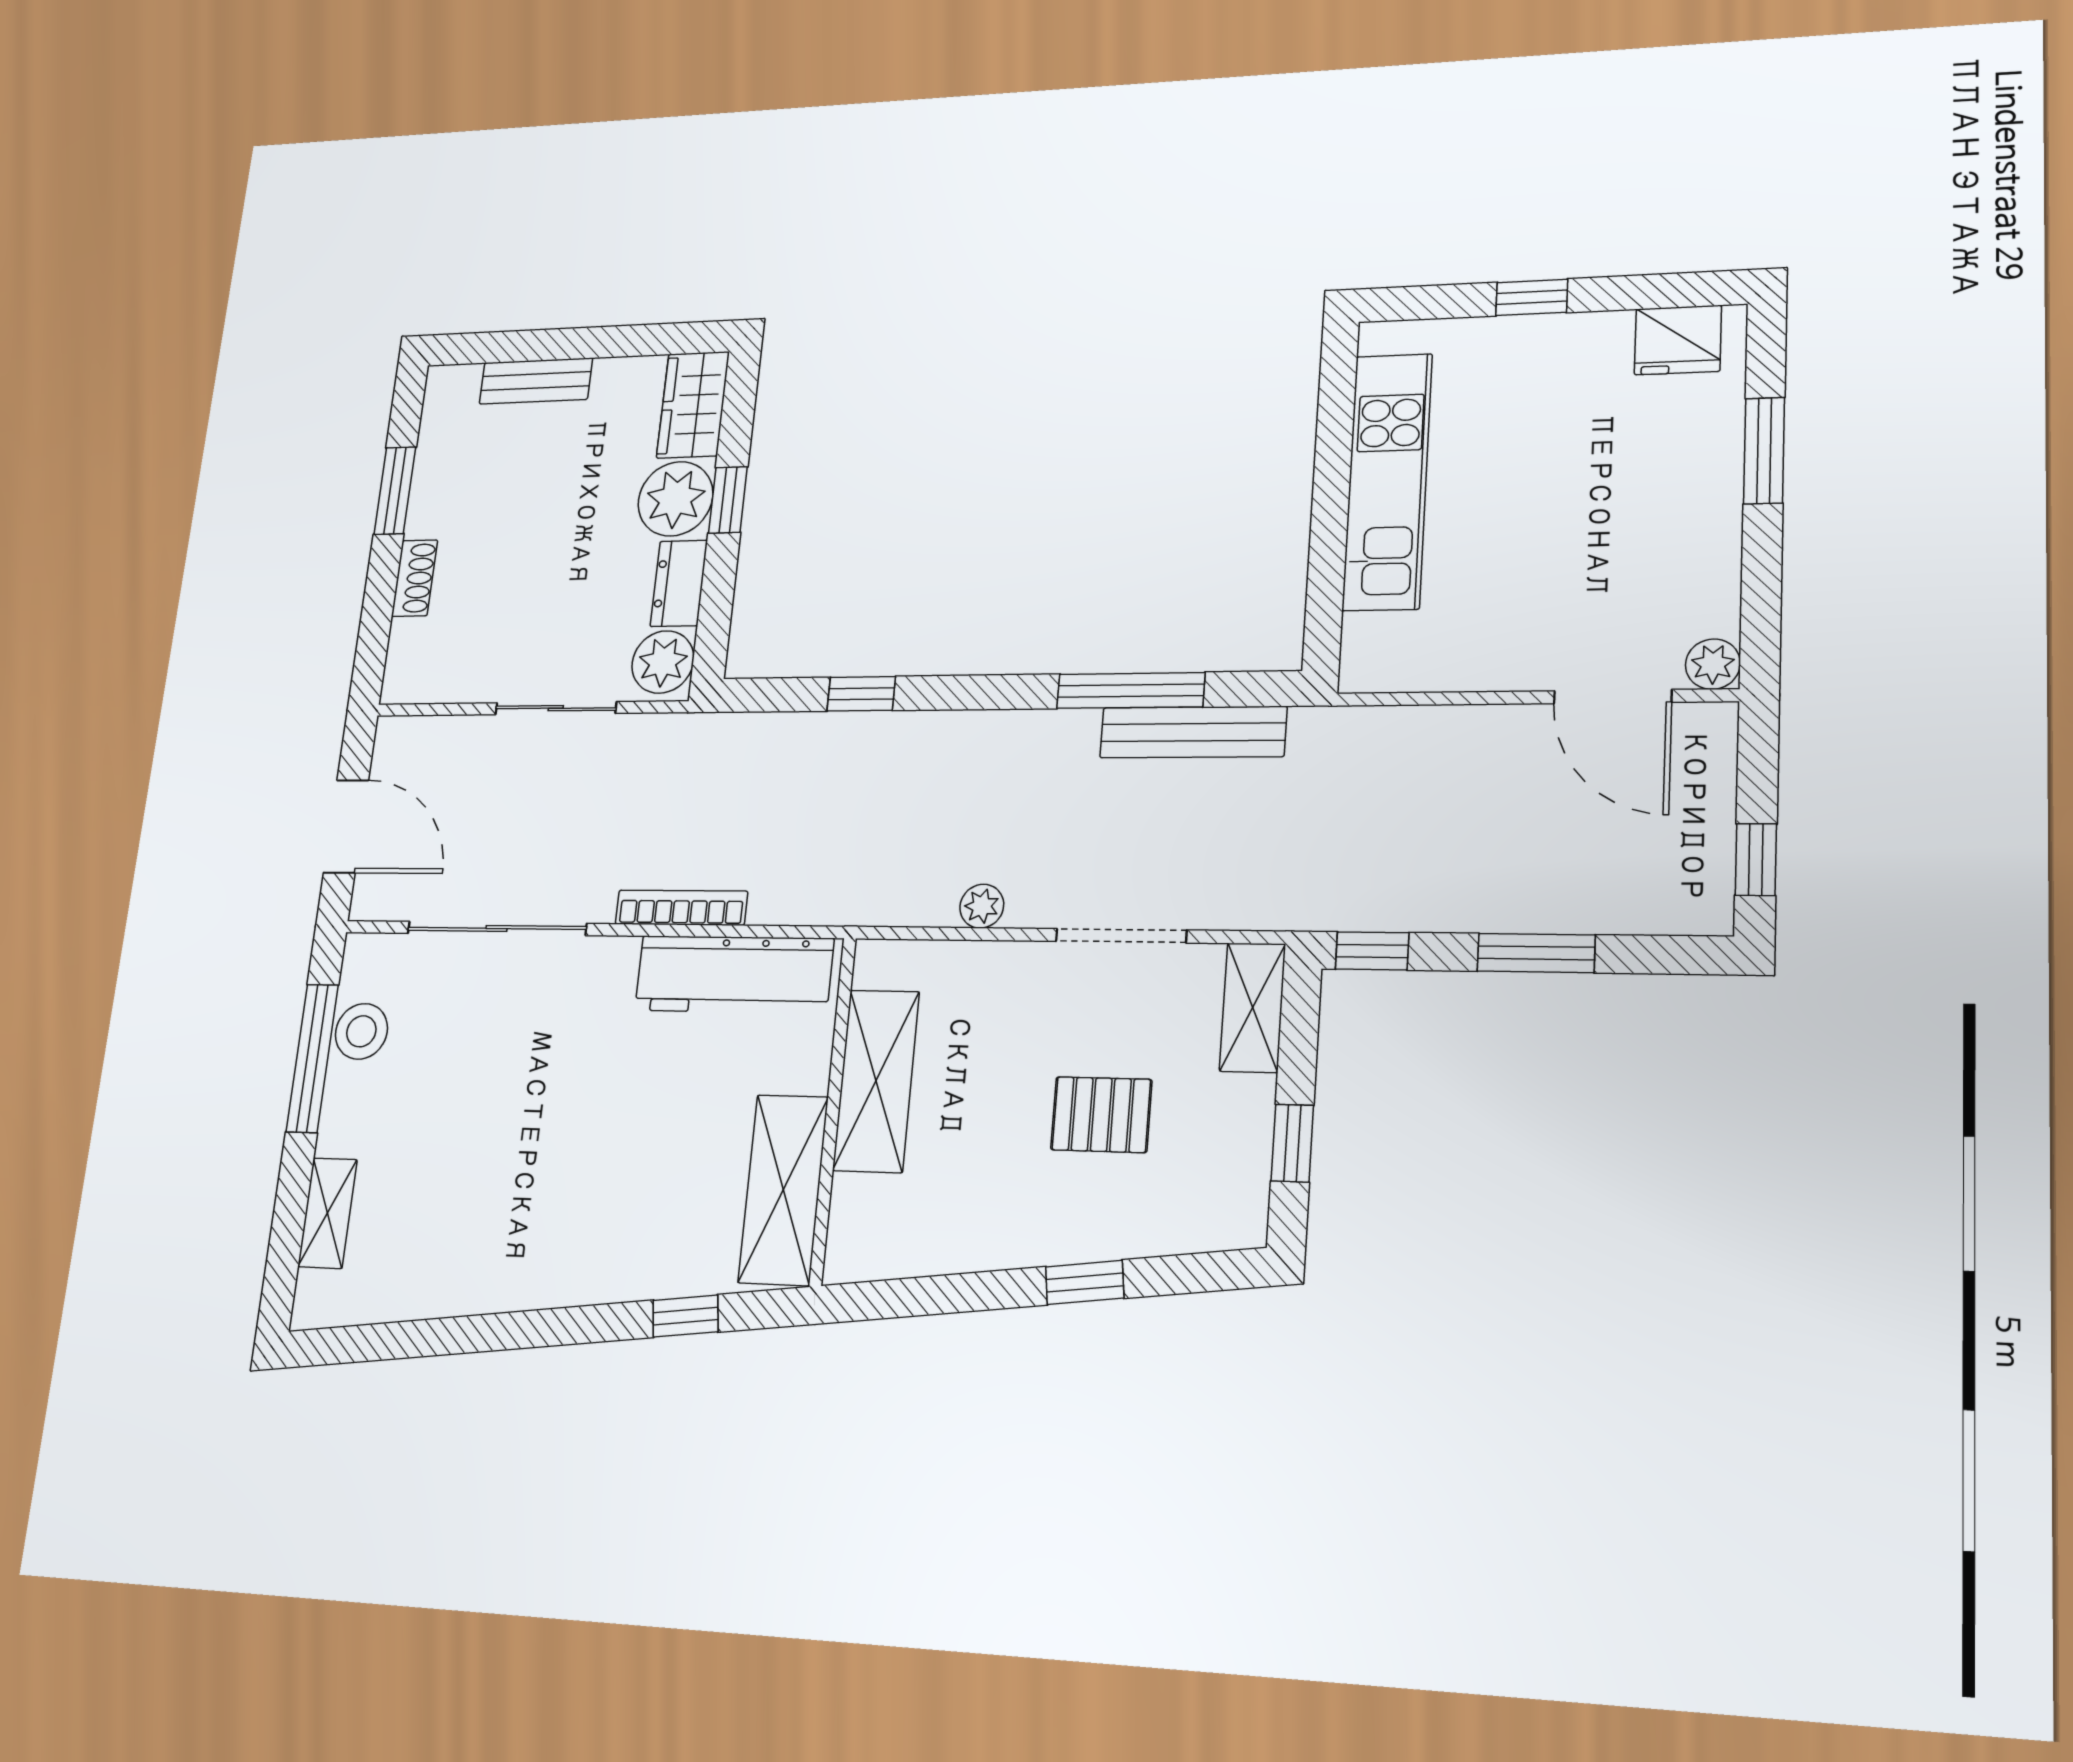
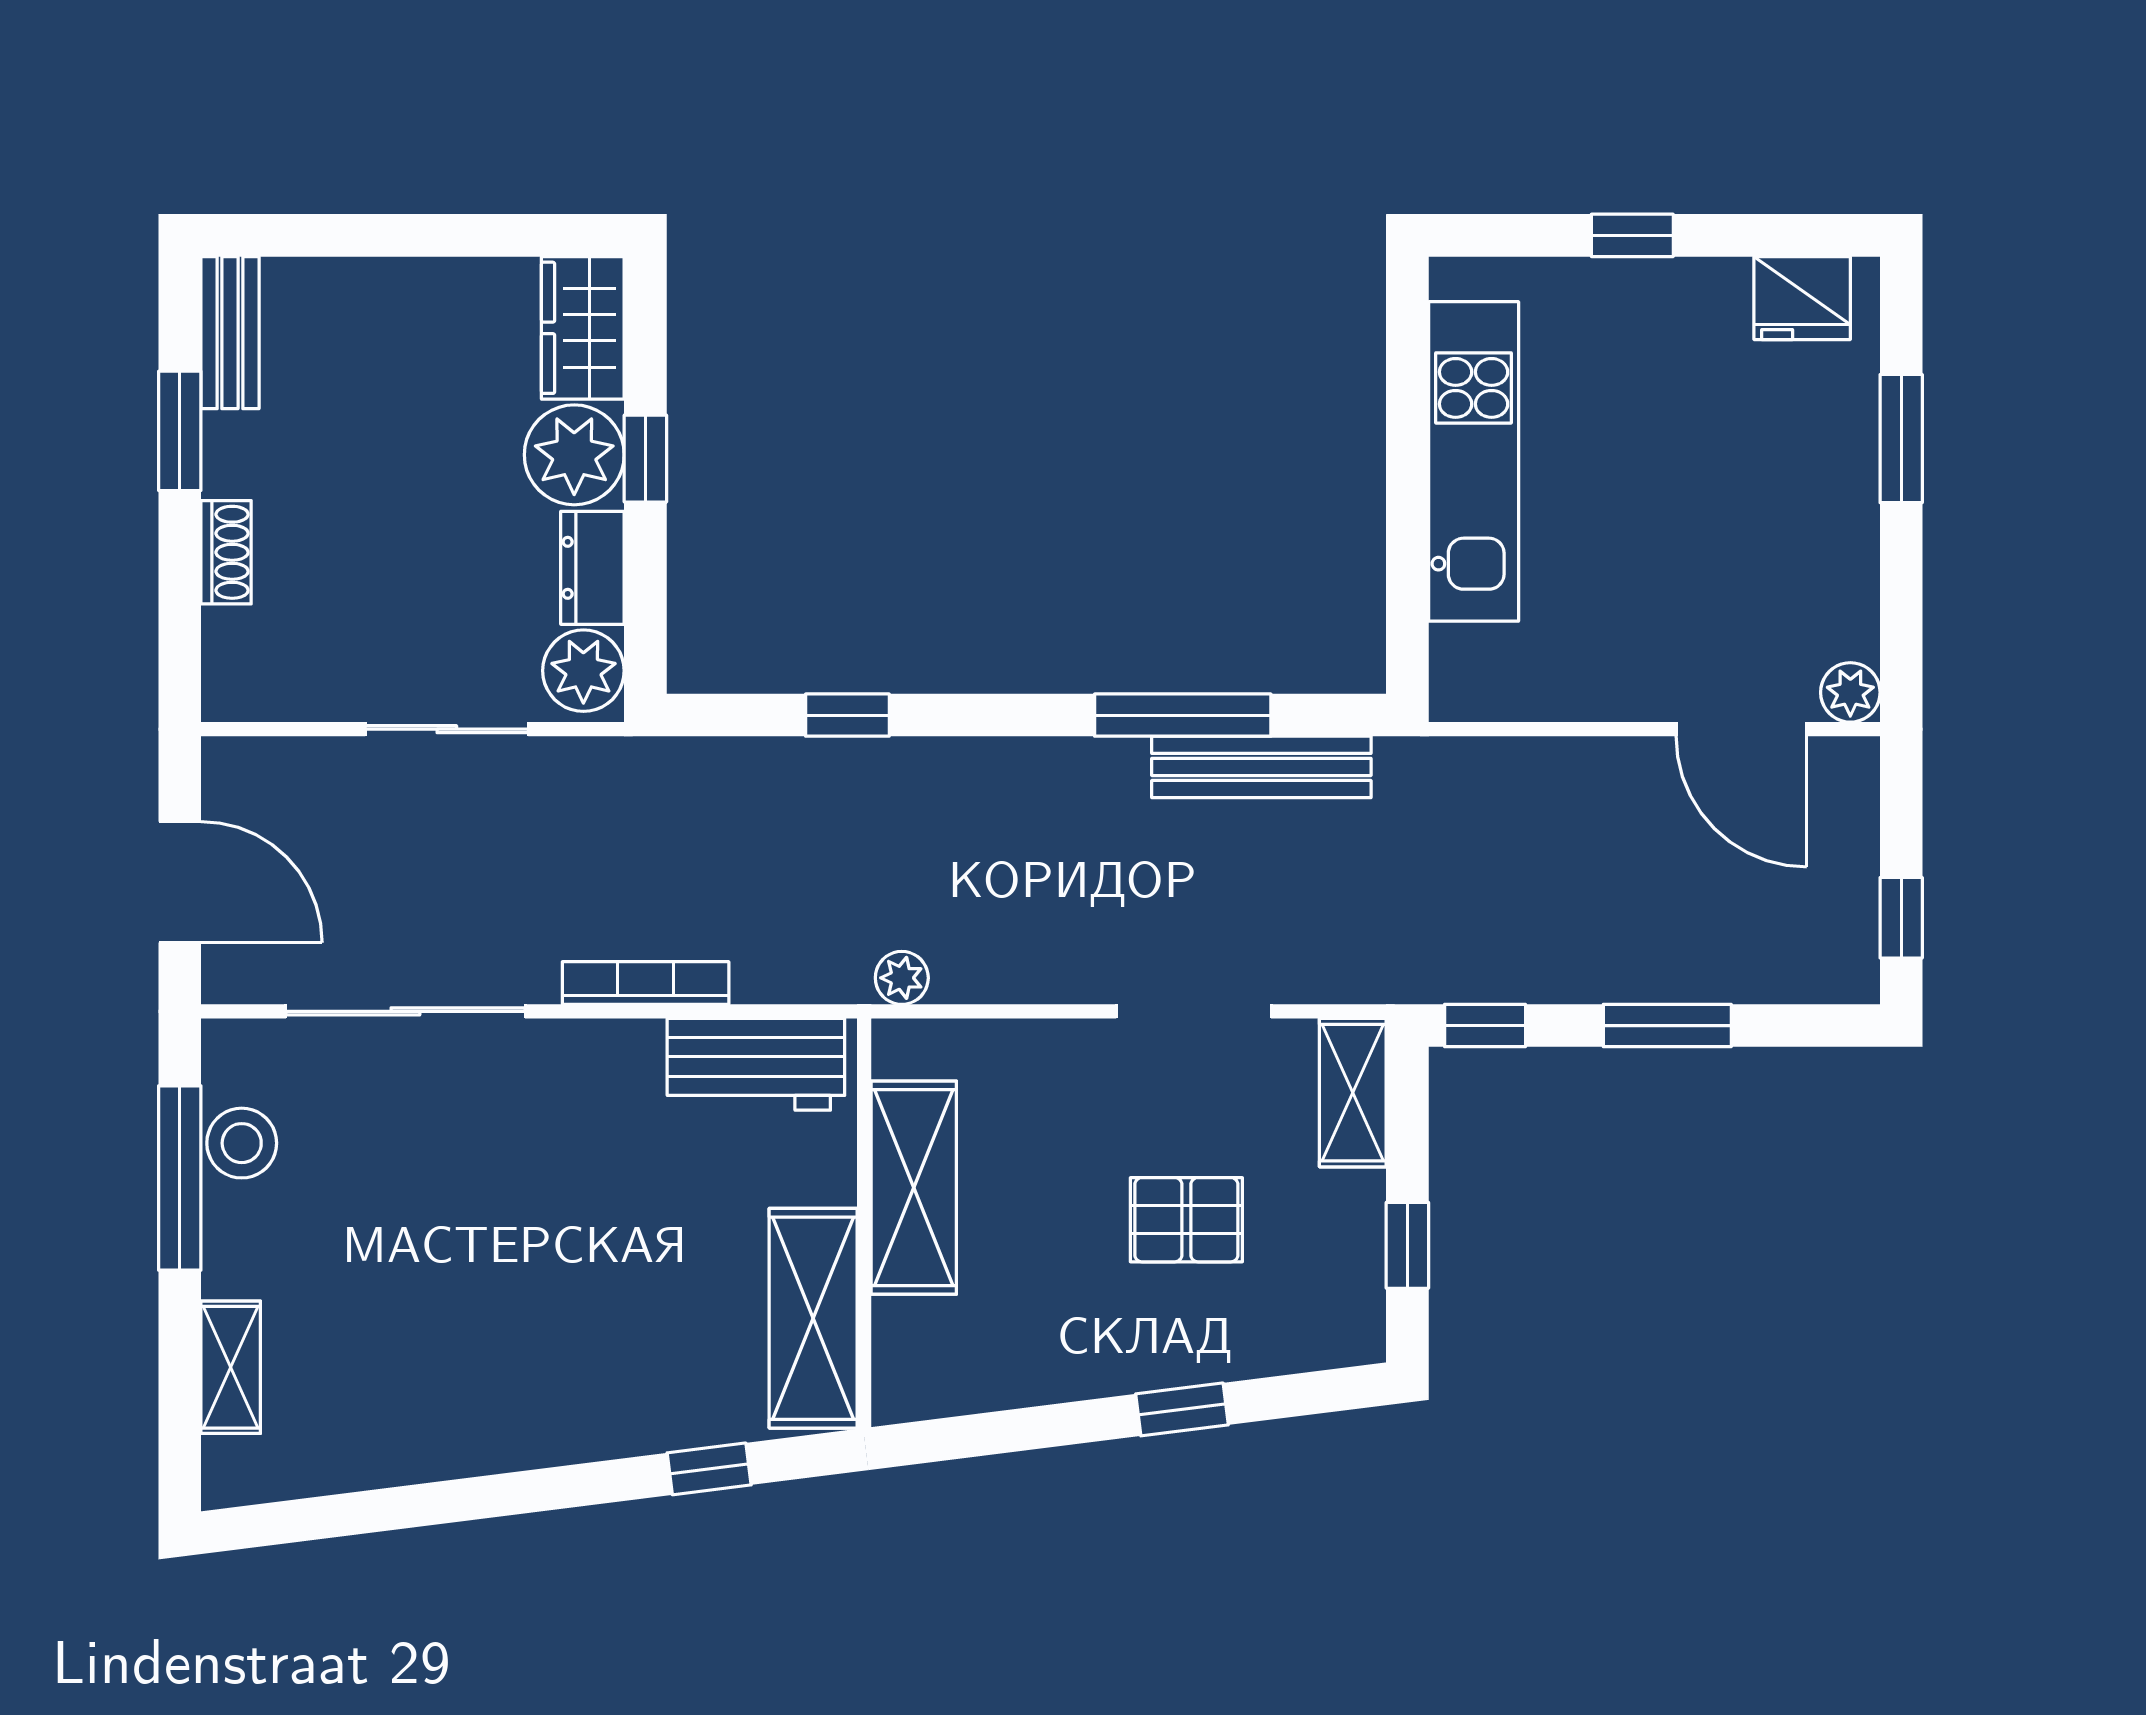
bench: (536, 381) -> (230, 333), moved, turned 90
plant: (982, 906) -> (902, 978), moved
workbench: (734, 975) -> (756, 1064), width x0.73

